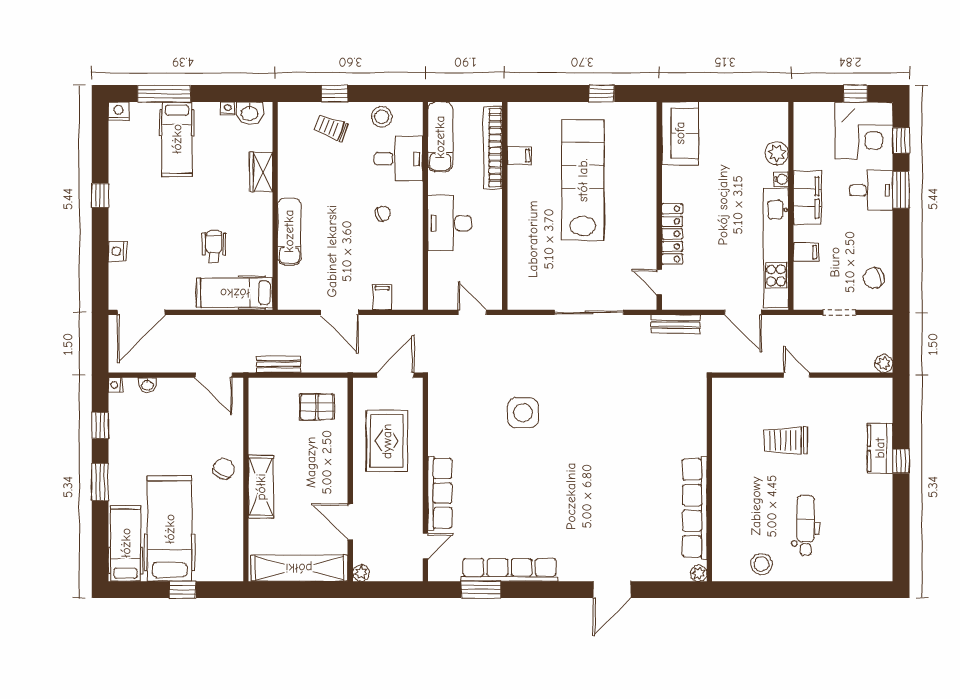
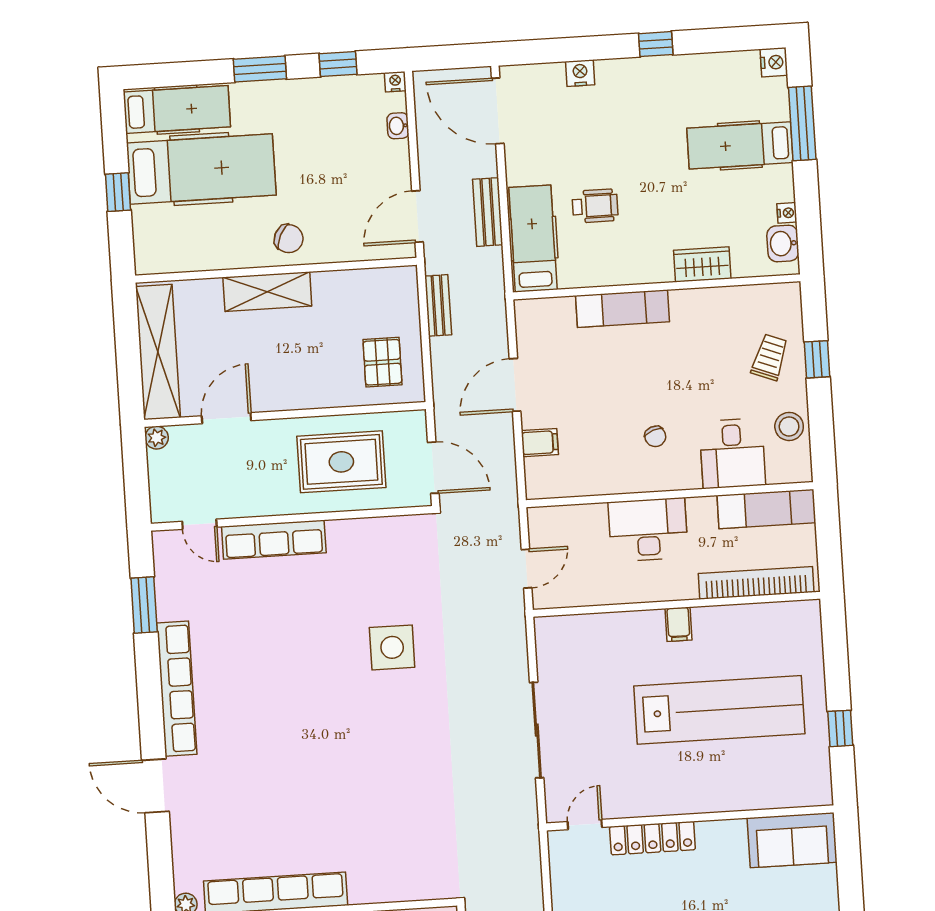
filing cabinet: (519, 156) -> (678, 624), moved
bench: (675, 324) -> (488, 212), moved
row of seats: (510, 570) -> (177, 689), moved

